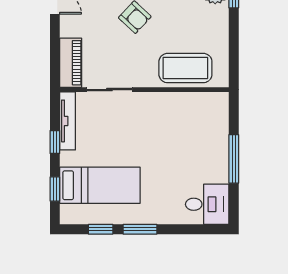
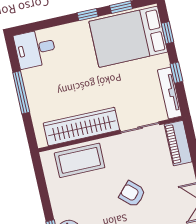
wardrobe: (175, 105) -> (81, 127), added
bed: (100, 185) -> (128, 37), width x1.50
window: (140, 229) -> (88, 15), width x0.67

